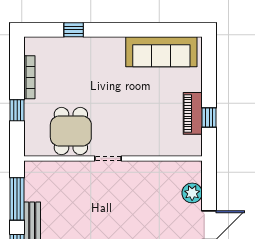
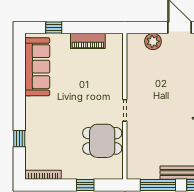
bookcase: (29, 77) -> (43, 175), moved
window: (209, 118) -> (54, 28), moved

